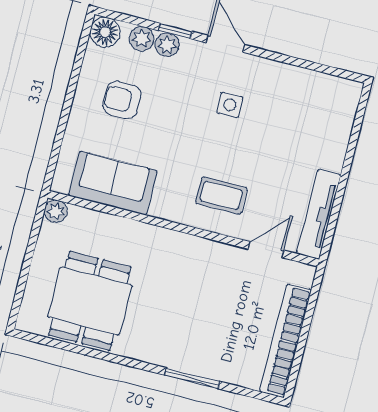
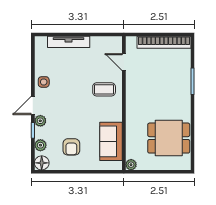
plant: (167, 45) -> (40, 121), moved
side table: (230, 105) -> (44, 82), moved
coffee table: (221, 195) -> (104, 89), turned 90
tv unit: (319, 214) -> (69, 42), moved

